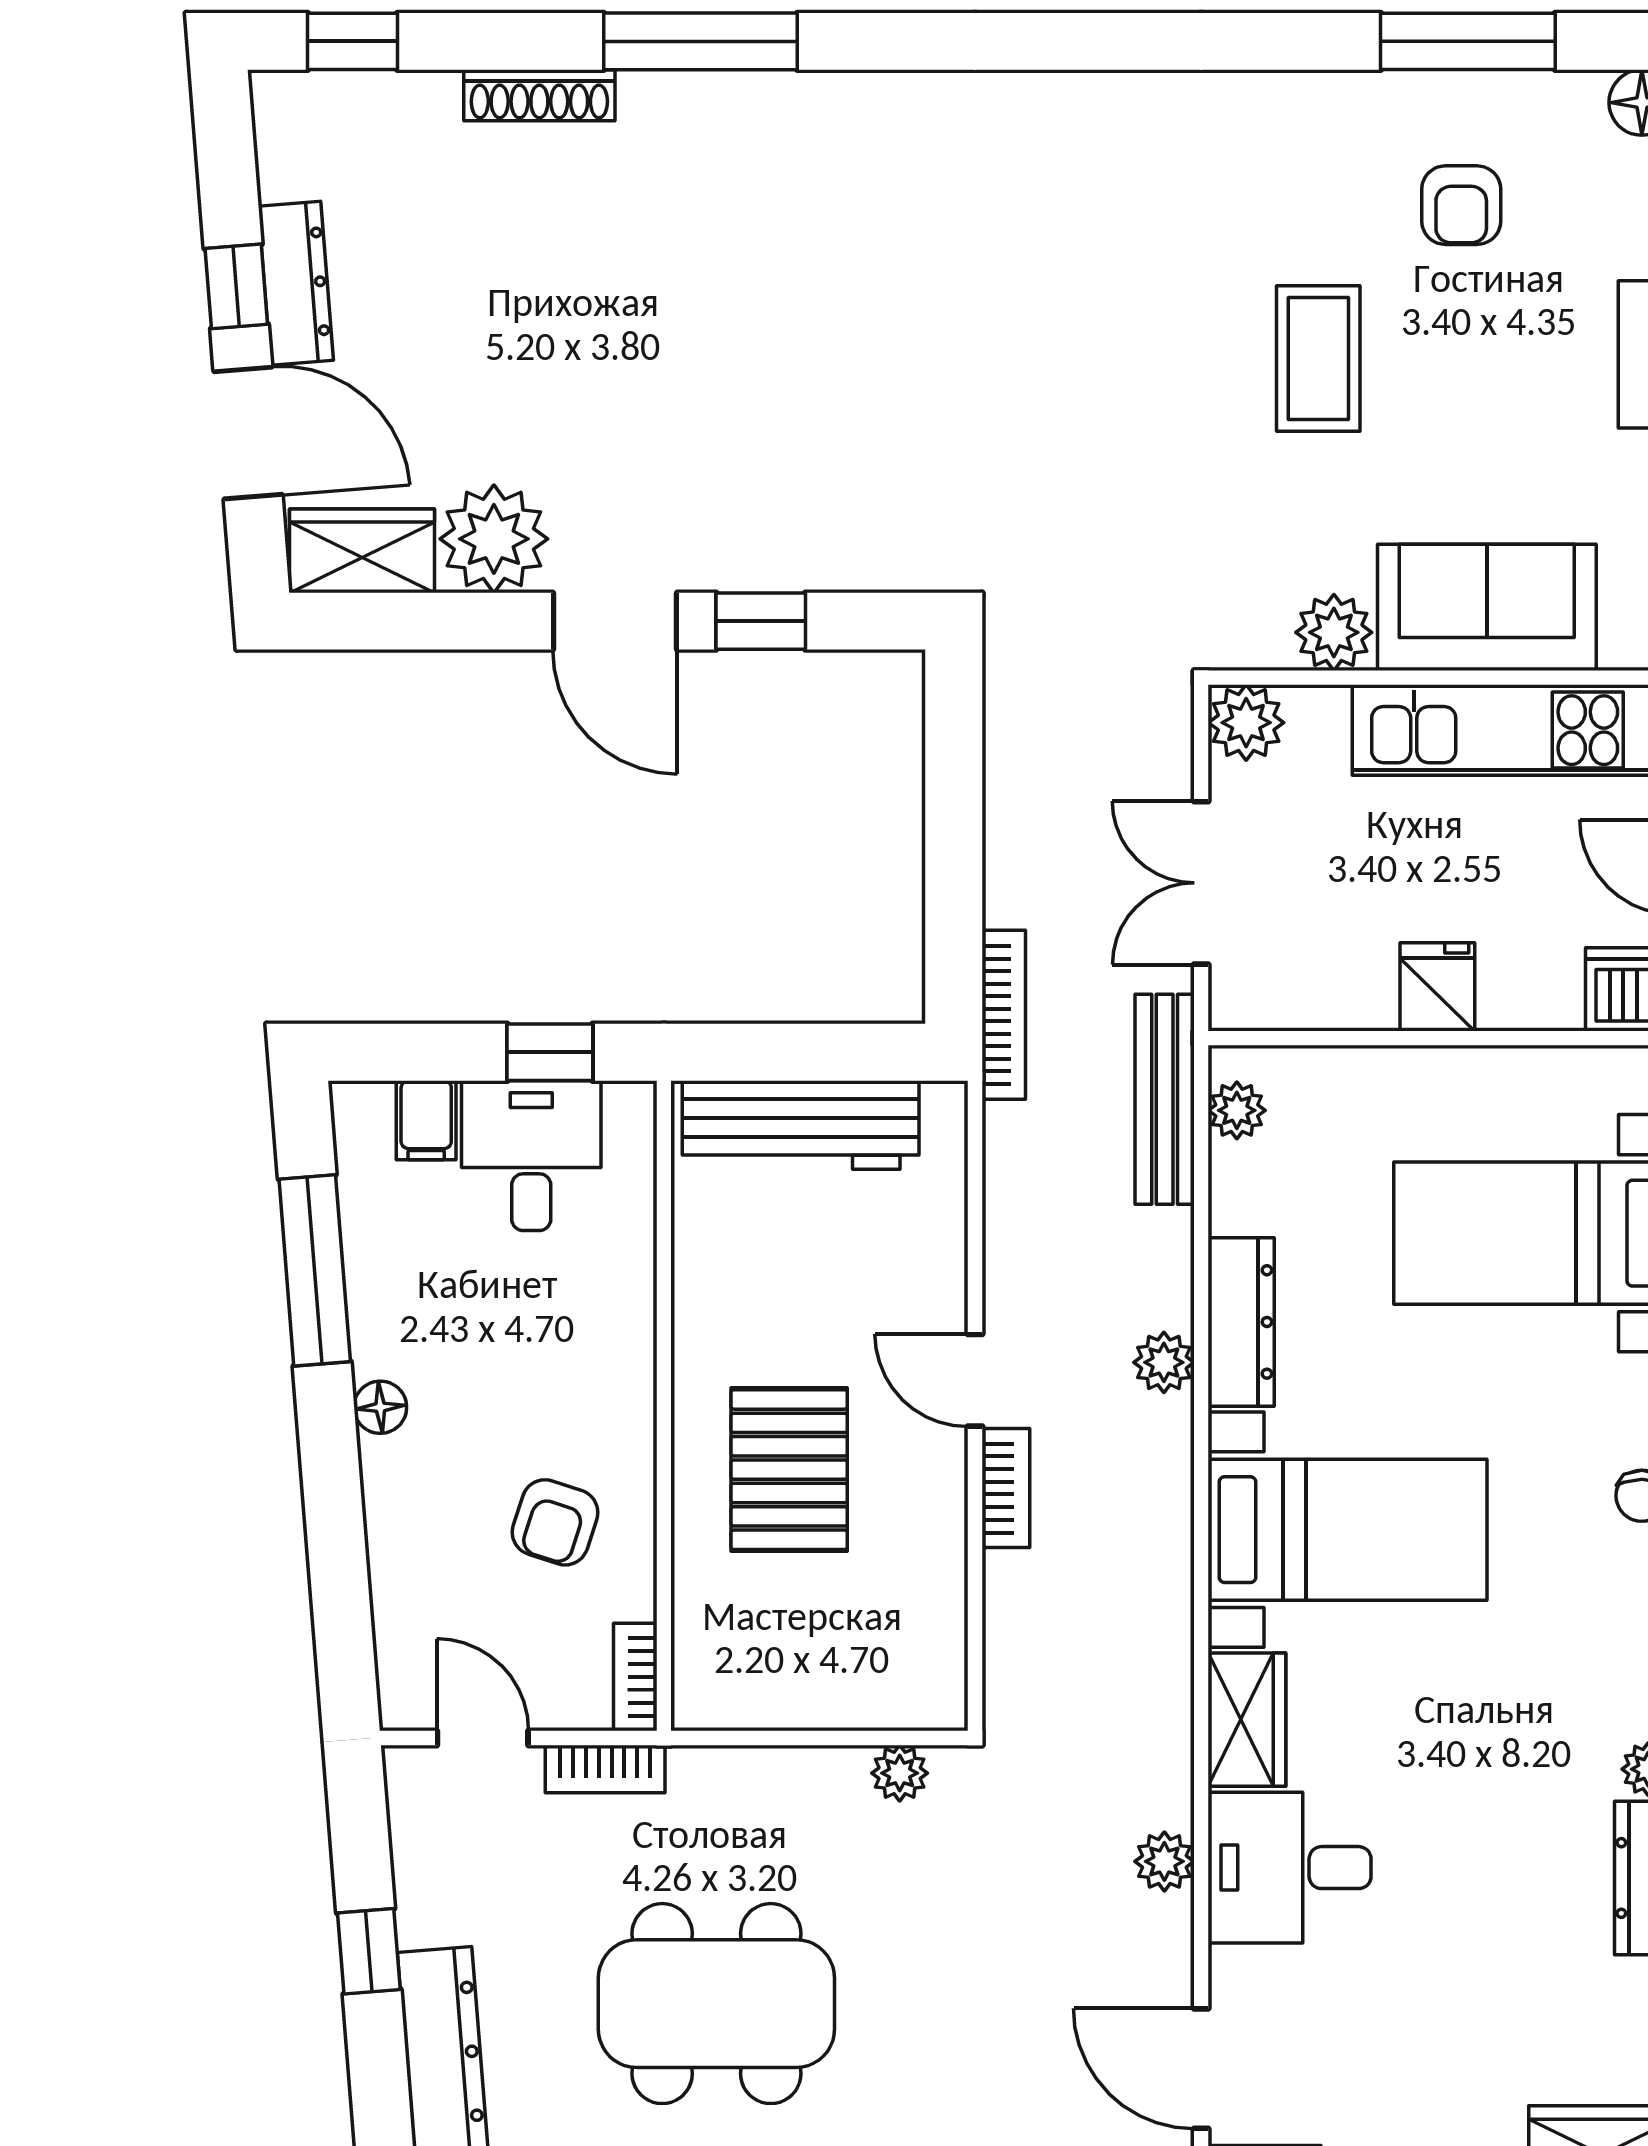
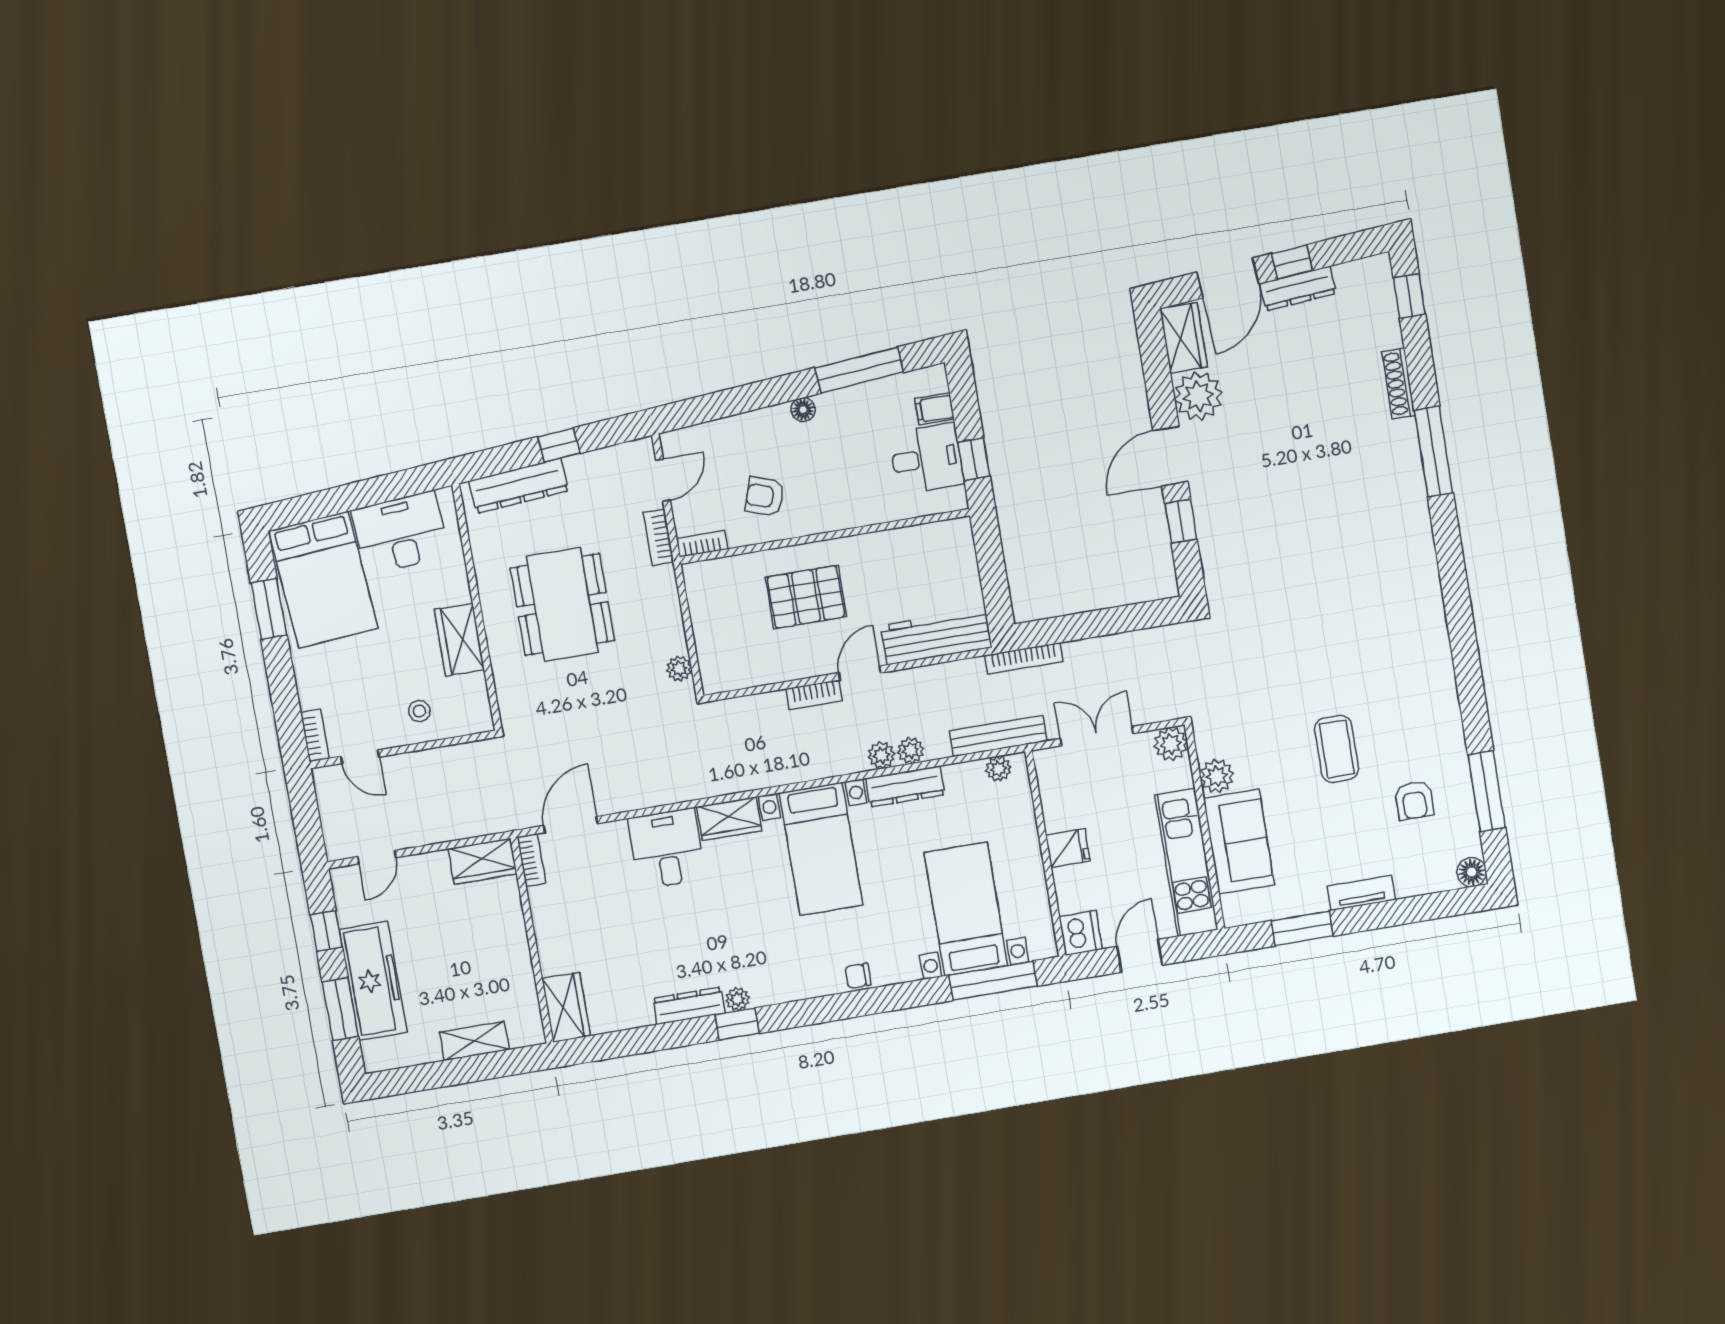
armchair: (1461, 205) -> (1414, 800), turned -90
coffee table: (1318, 358) -> (1337, 749), turned 90
workbench: (801, 1125) -> (936, 637), moved, turned 90
plant: (1164, 1861) -> (911, 751), moved

